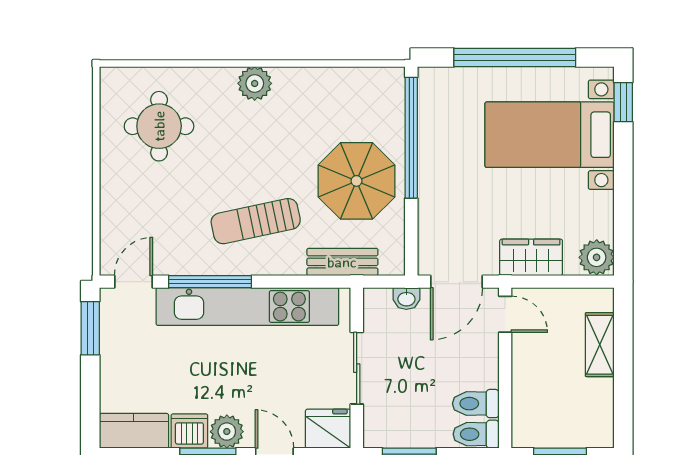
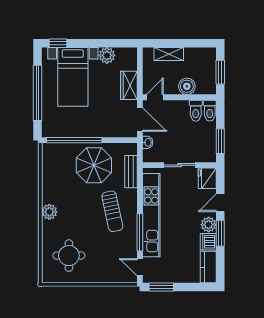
plant: (597, 257) -> (107, 55), moved
boiler: (529, 384) -> (187, 86), added

